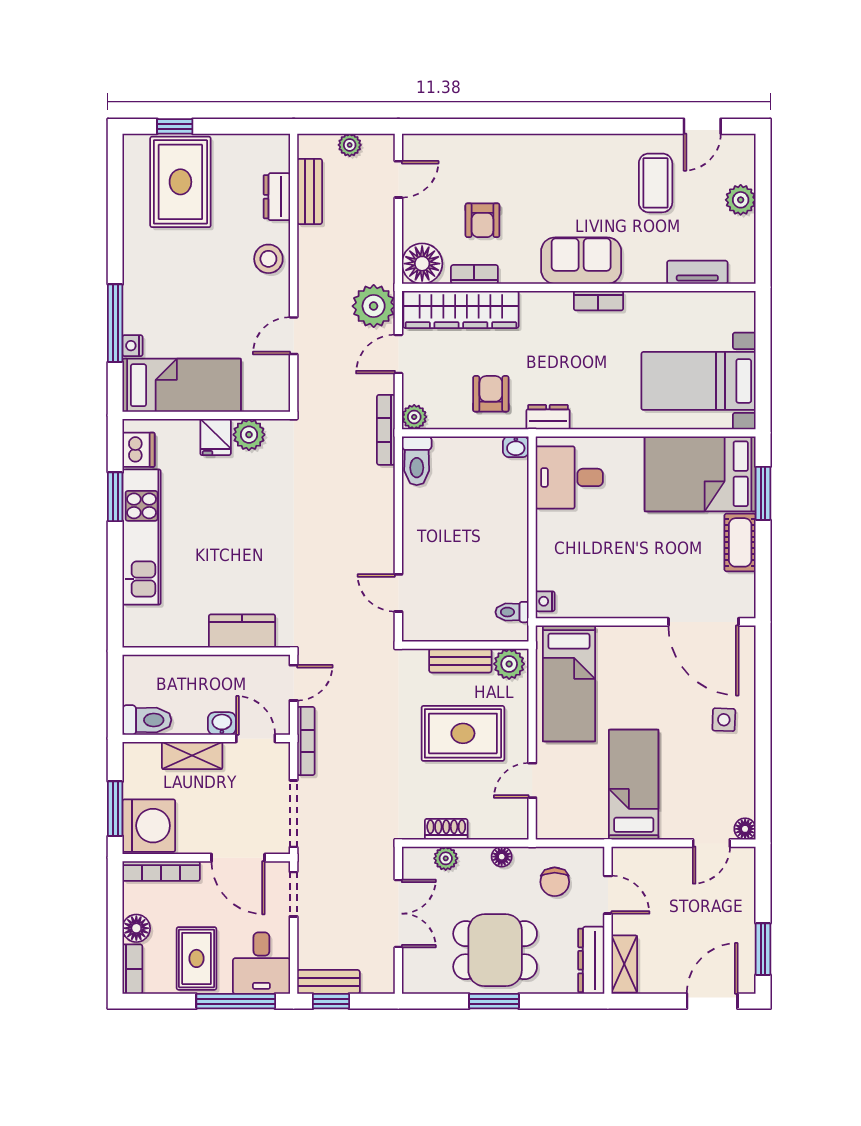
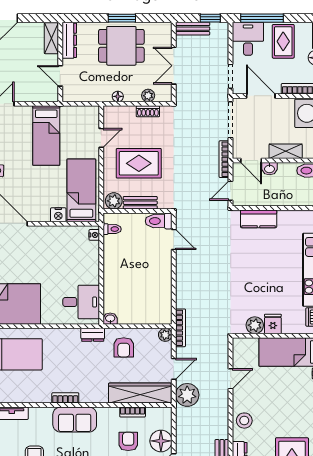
floor lamp: (422, 264) -> (161, 441), moved
toilet: (417, 461) -> (159, 221), moved, turned -90
nightstand: (611, 638) -> (58, 215), added
chair: (555, 882) -> (89, 83), removed
bench: (328, 982) -> (193, 29), moved

